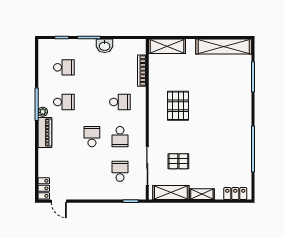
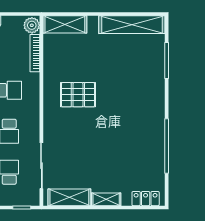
plant: (139, 47) -> (32, 25), added
pallet: (178, 106) -> (78, 95), turned 90
pallet: (178, 161) -> (78, 160), removed

